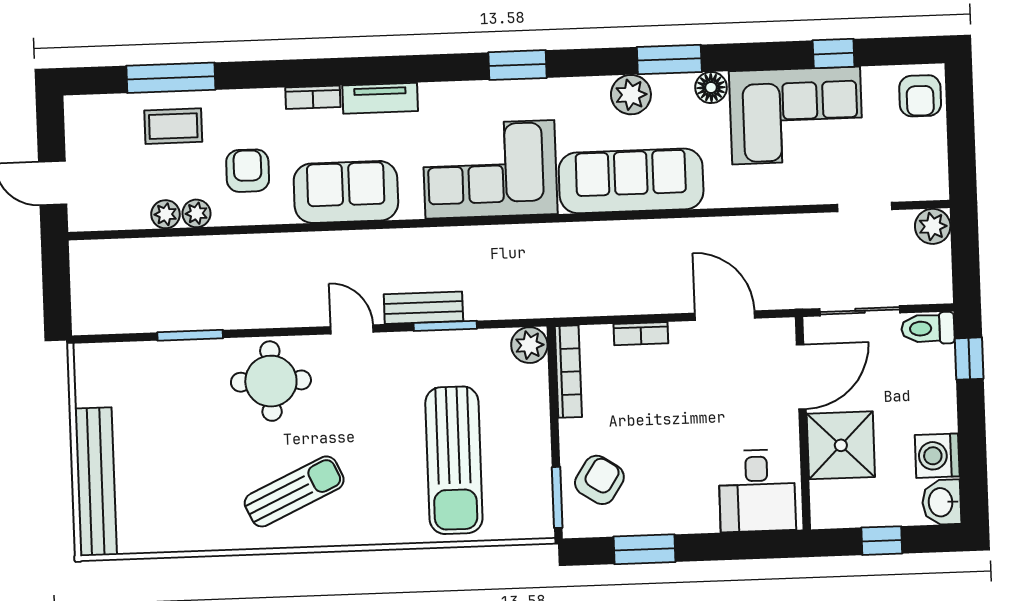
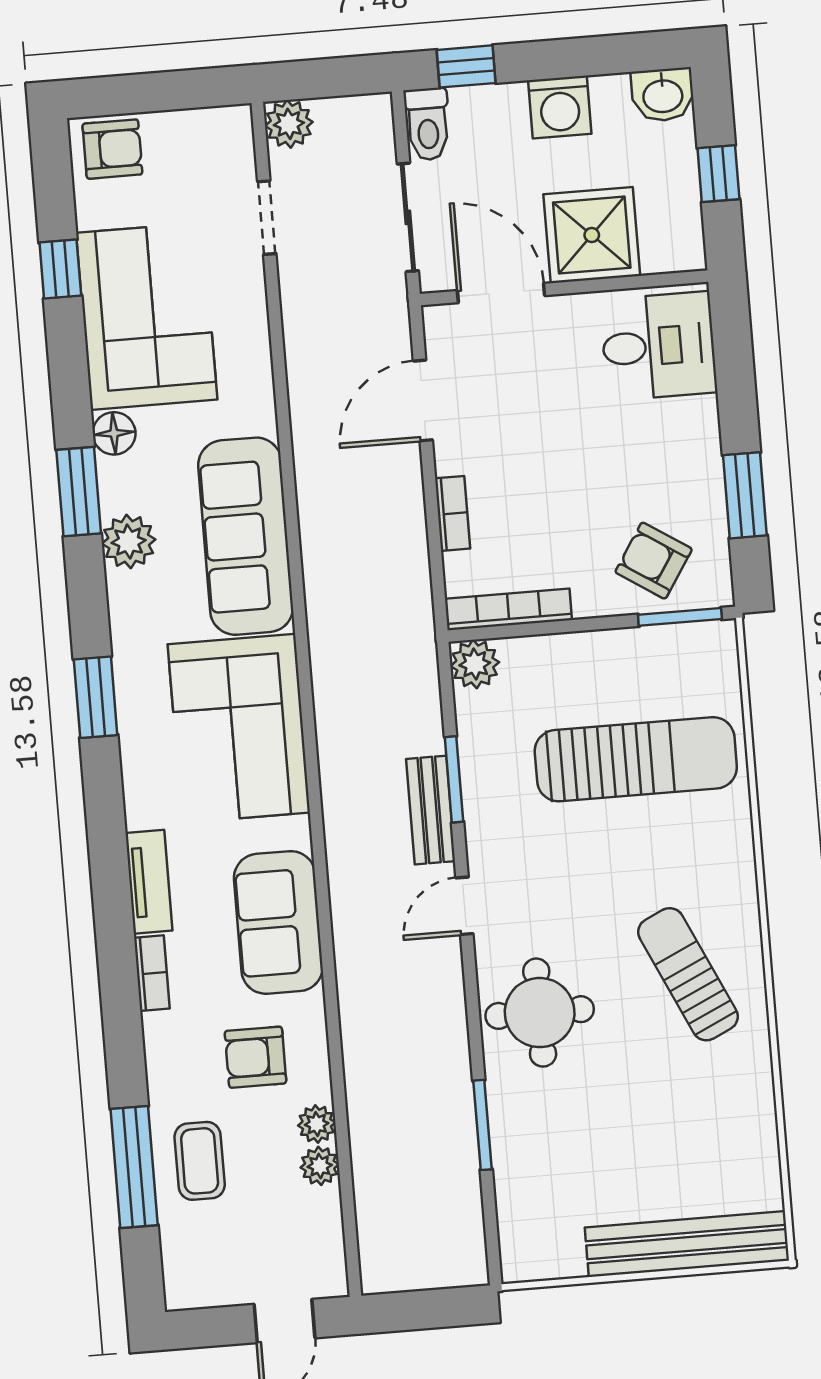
washing machine: (937, 456) -> (560, 107), moved

